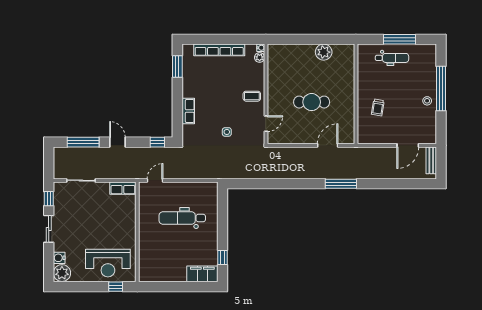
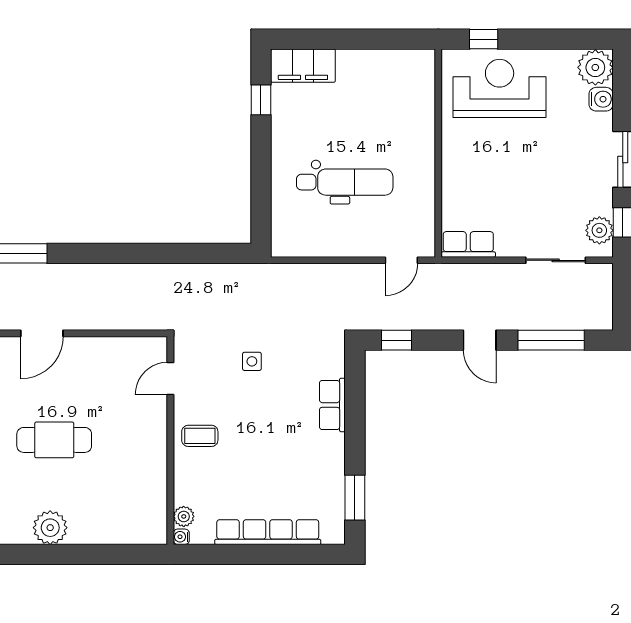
cafe table: (312, 102) -> (54, 440), moved
plant: (60, 195) -> (599, 230), added

